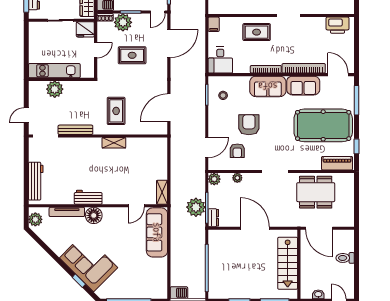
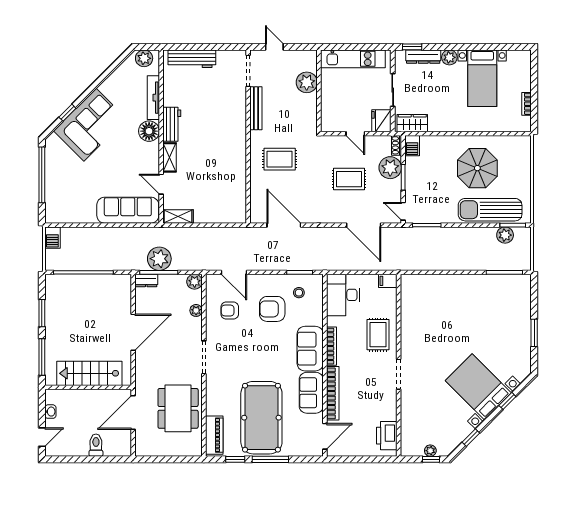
rug: (132, 55) -> (349, 179), turned 90
desk: (220, 60) -> (343, 295), width x1.37
kitchen unit: (54, 71) -> (353, 59), moved, turned 90
window: (357, 100) -> (270, 459), moved
armchair: (249, 125) -> (272, 309), moved, turned 180
shelving: (114, 143) -> (170, 157), moved

